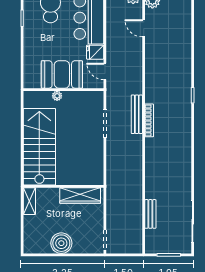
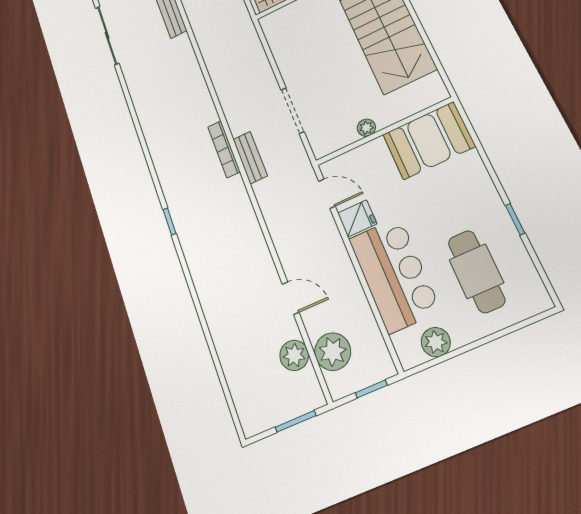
booth: (62, 74) -> (429, 140), moved
plant: (57, 96) -> (366, 128), moved
bench: (137, 114) -> (250, 158), width x0.73

